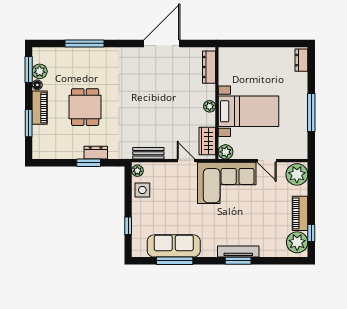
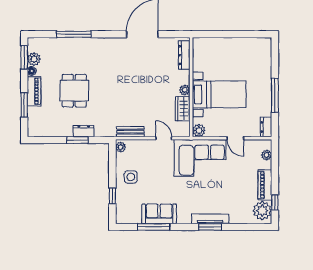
dresser: (301, 60) -> (266, 127), moved
wardrobe: (207, 141) -> (183, 109), moved
plant: (297, 174) -> (267, 155), width x0.53, depth x0.53
side table: (142, 190) -> (131, 177), moved
sofa: (174, 246) -> (159, 214), width x0.73

